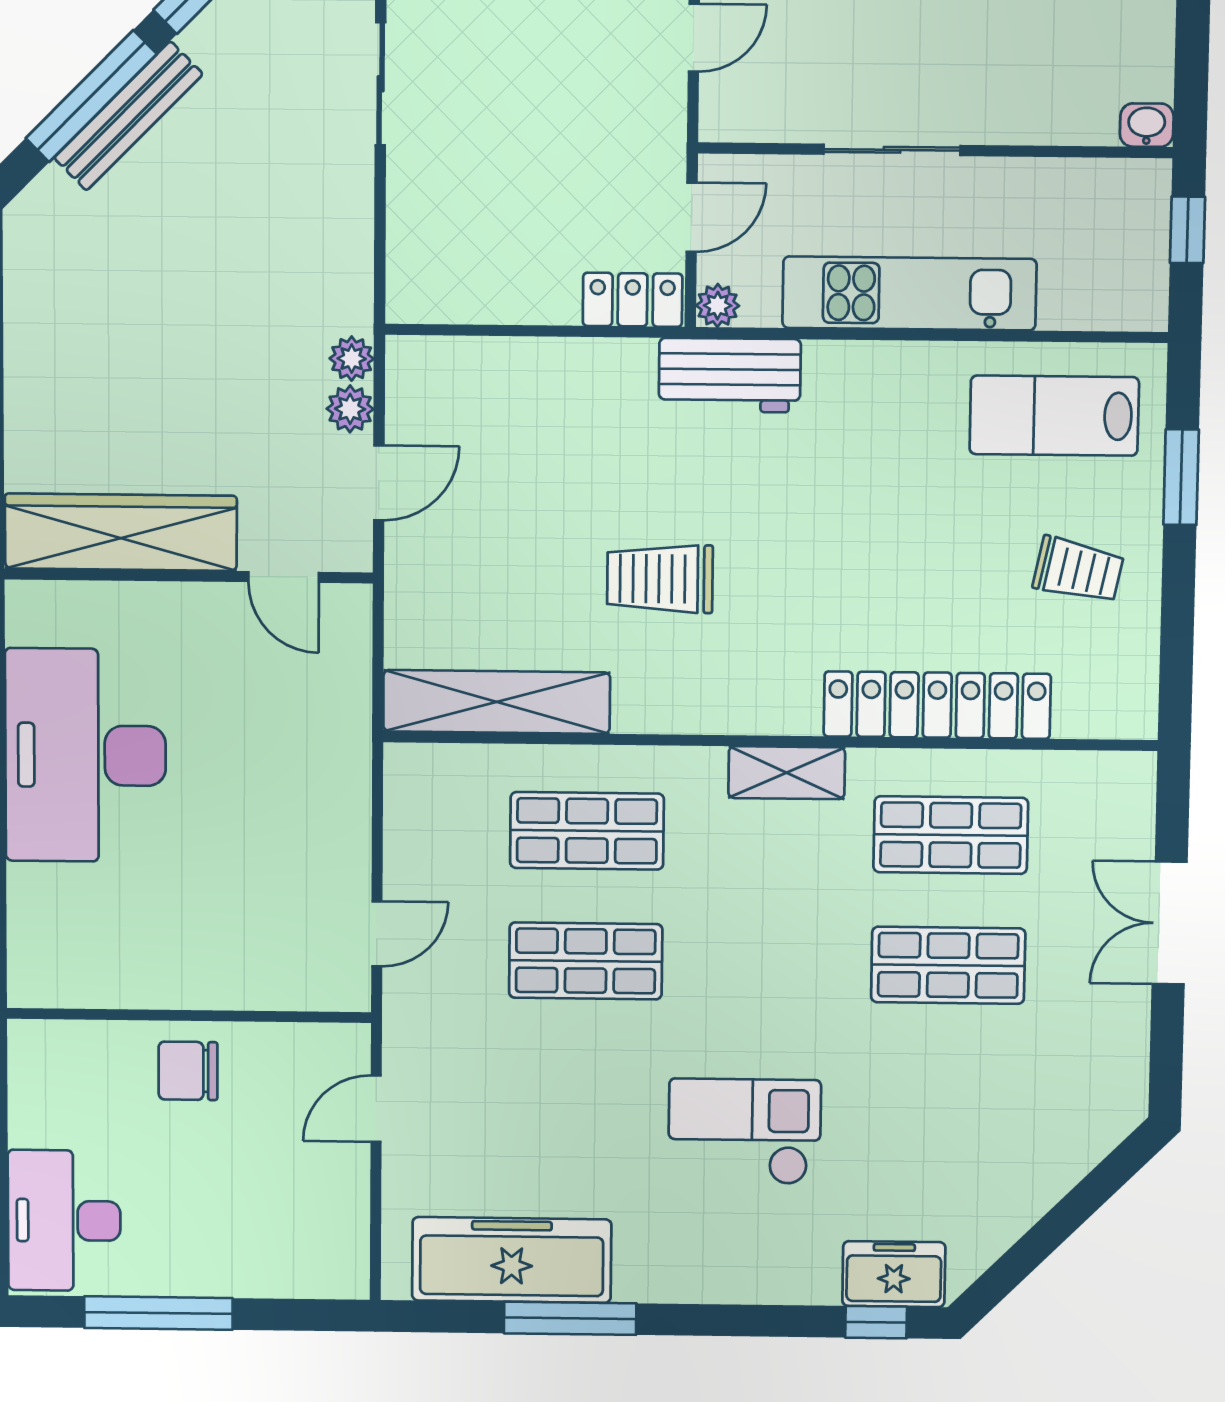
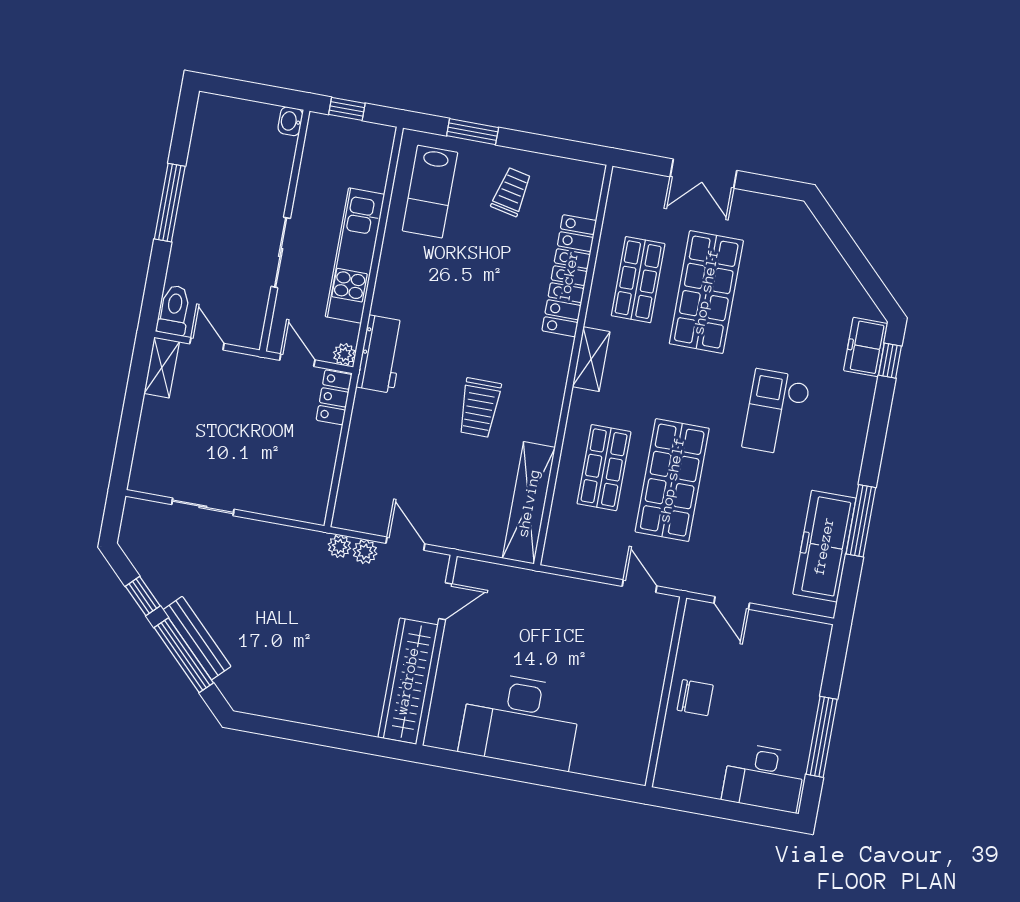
shop shelf: (586, 961) -> (672, 480), width x1.43, depth x1.36
shop shelf: (948, 965) -> (706, 292), width x1.43, depth x1.36
chair: (188, 1071) -> (695, 698), turned -90

